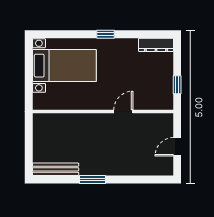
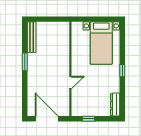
door: (123, 111) -> (70, 83), hinge flipped
door: (177, 147) -> (47, 119), width x1.88

